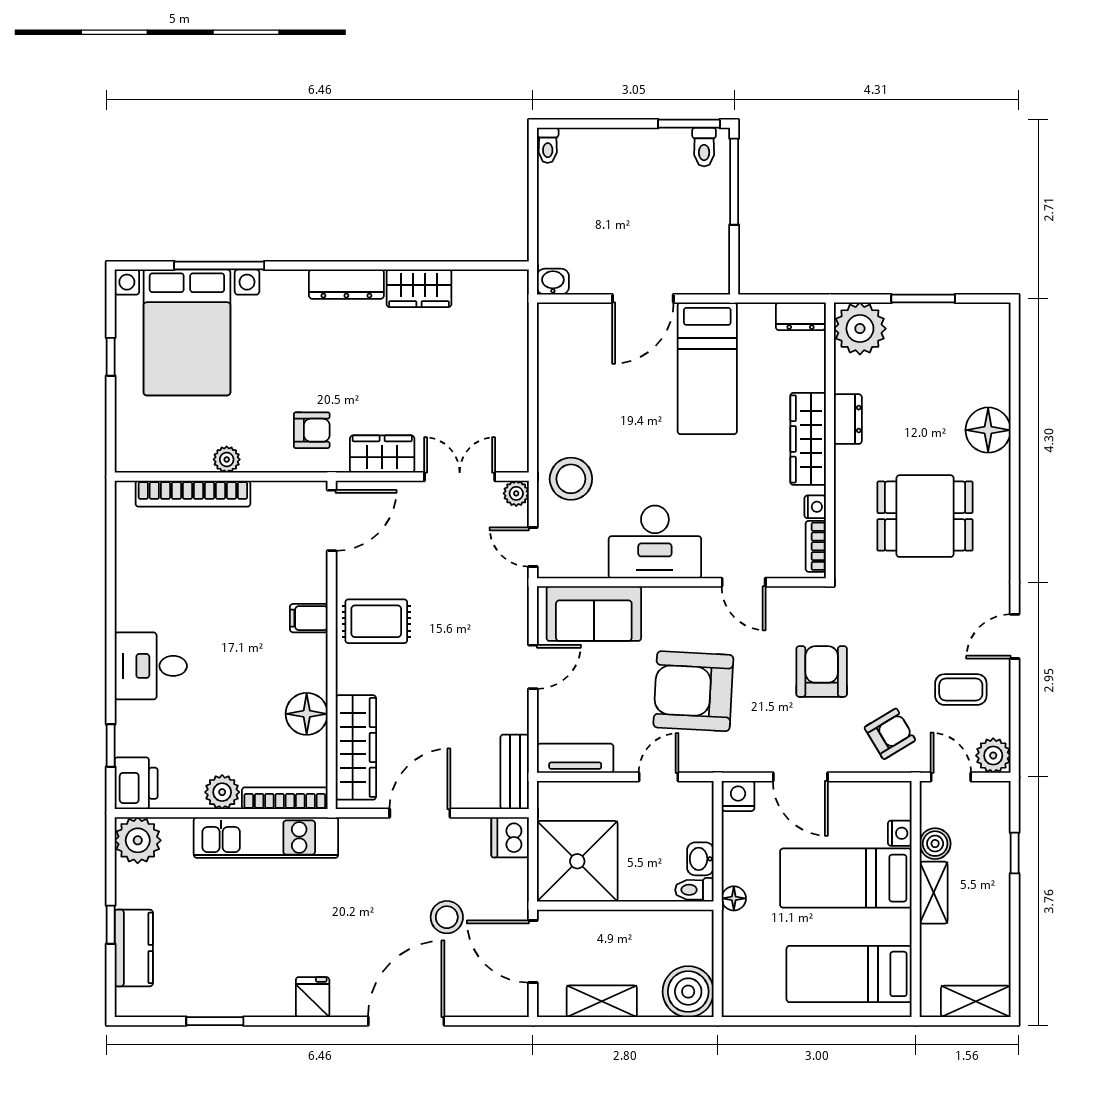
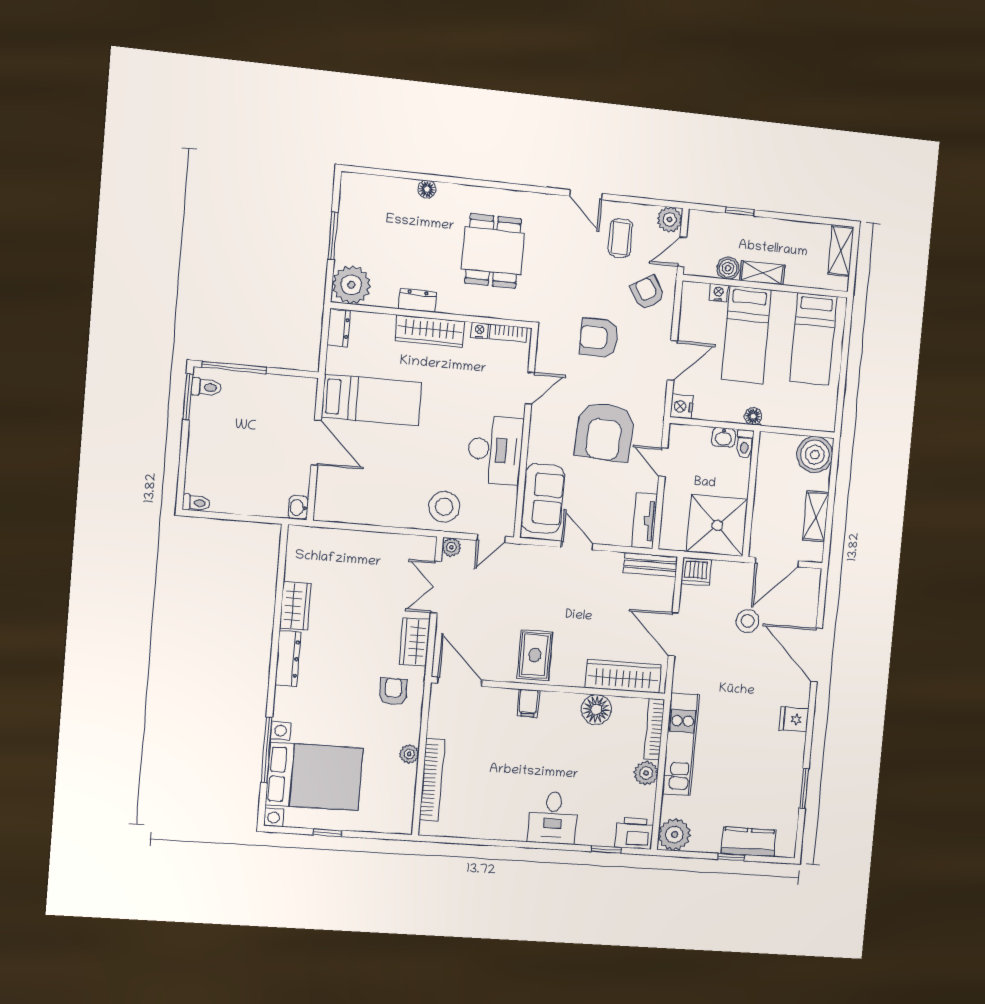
floor lamp: (988, 430) -> (427, 189), width x0.53, depth x0.53

